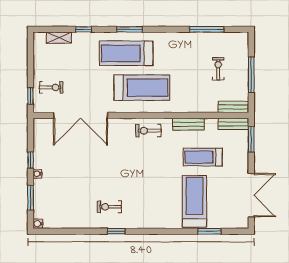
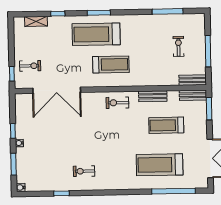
treadmill: (142, 88) -> (111, 64), width x0.73, depth x0.73
treadmill: (194, 201) -> (160, 165), turned -90
window: (116, 231) -> (62, 193), moved
window: (210, 231) -> (174, 191), width x2.11

